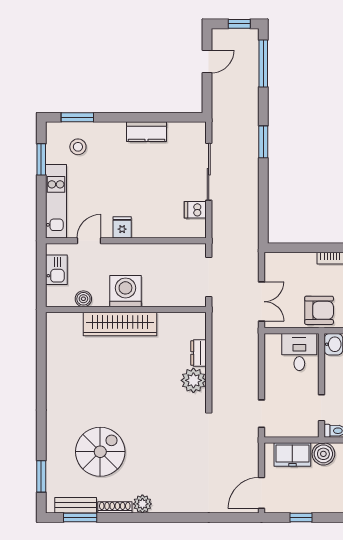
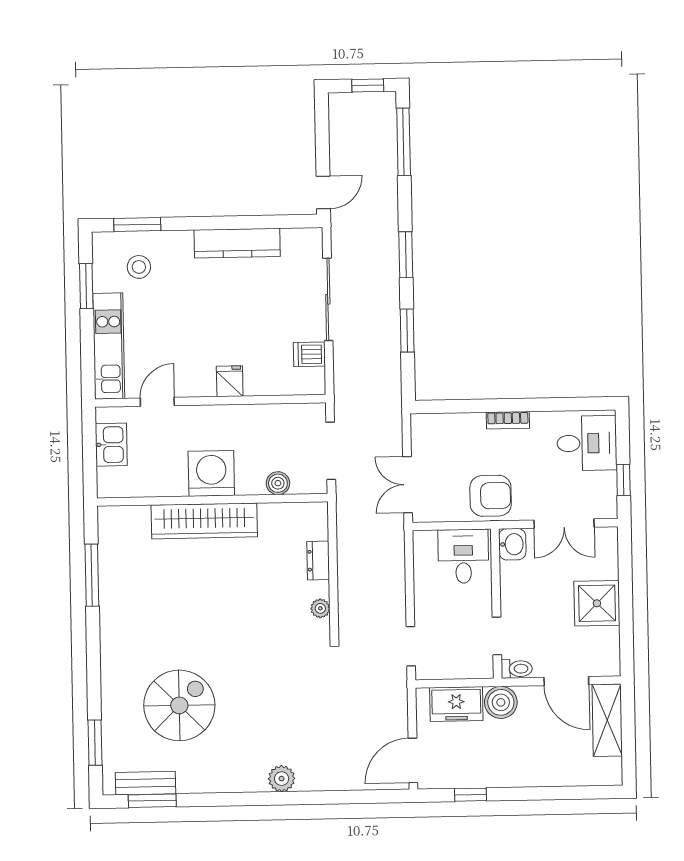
door: (207, 61) -> (323, 192), moved
kitchen counter: (146, 132) -> (237, 243), width x1.50
window: (263, 195) -> (407, 331), added
fridge: (122, 227) -> (230, 381), moved
boiler: (83, 299) -> (278, 483), moved
double door: (262, 302) -> (408, 485), swing flipped
window: (41, 360) -> (92, 575), added
plant: (193, 380) -> (320, 608), width x0.53, depth x0.53
plant: (142, 504) -> (282, 779), moved
shoe rack: (115, 507) -> (202, 785), removed

